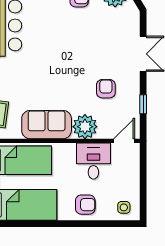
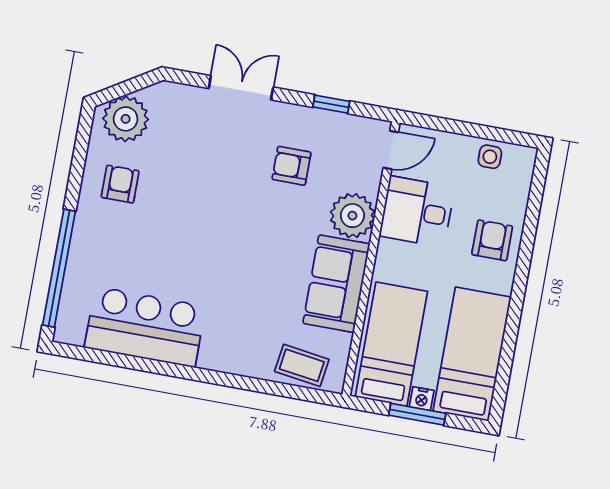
door: (124, 141) -> (391, 150), swing flipped
side table: (124, 207) -> (490, 157), moved

